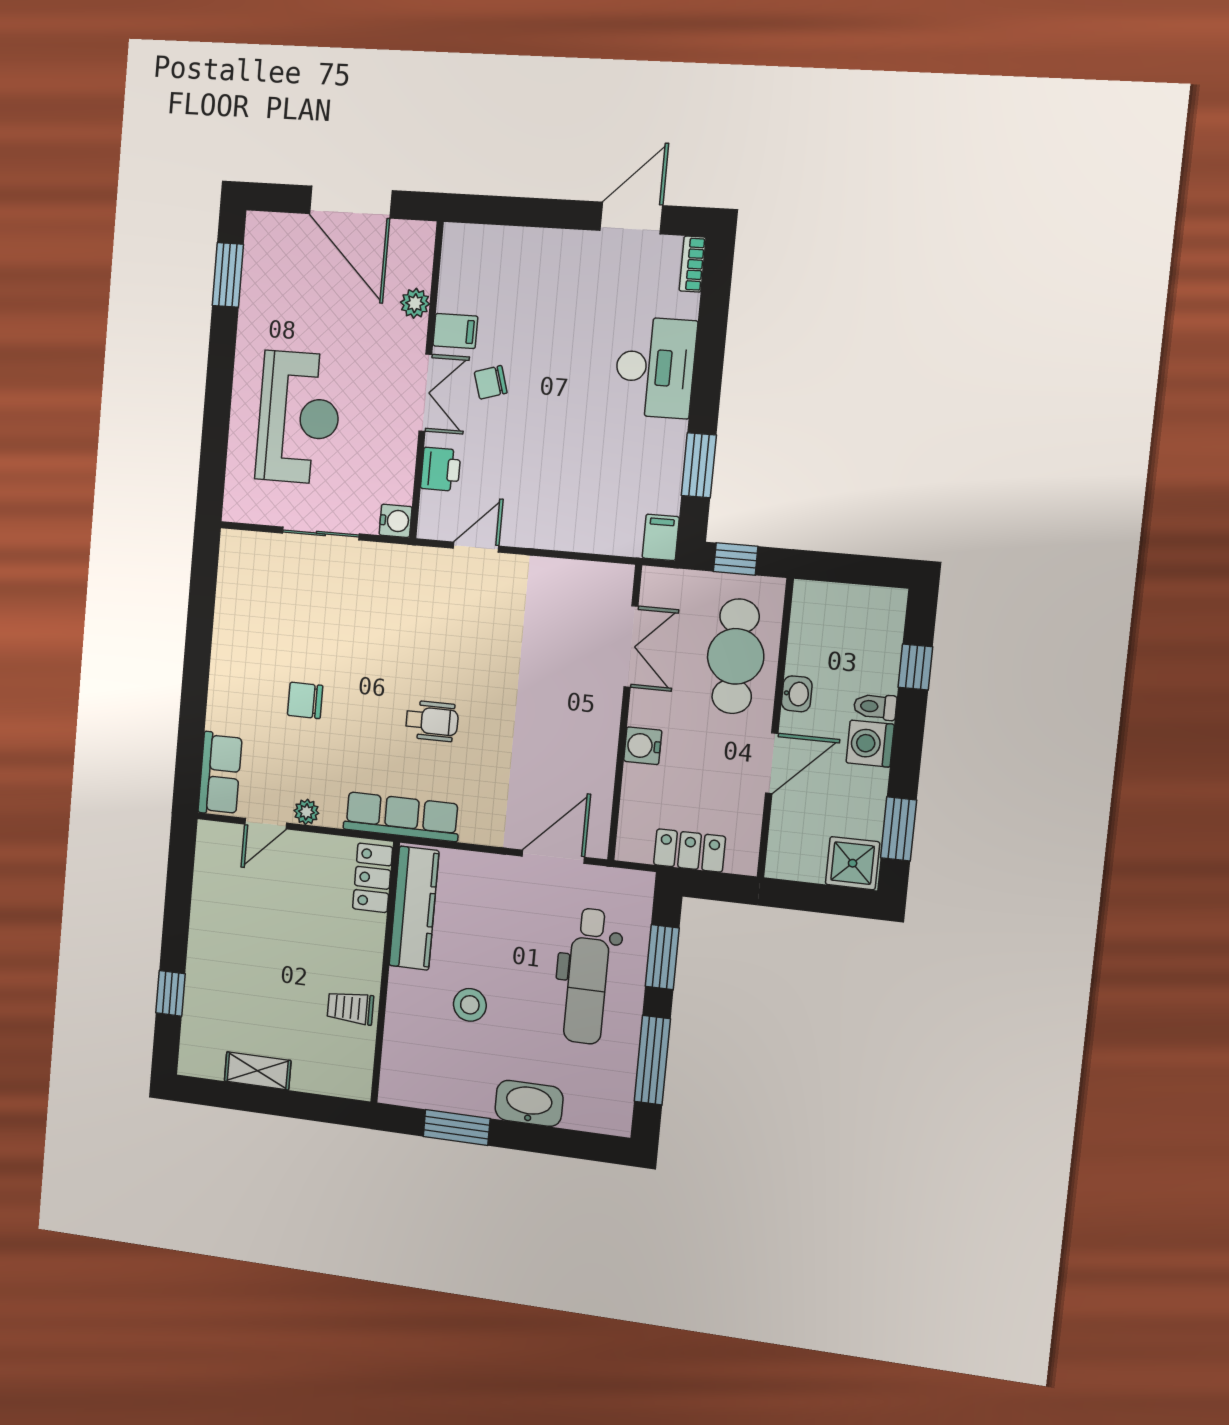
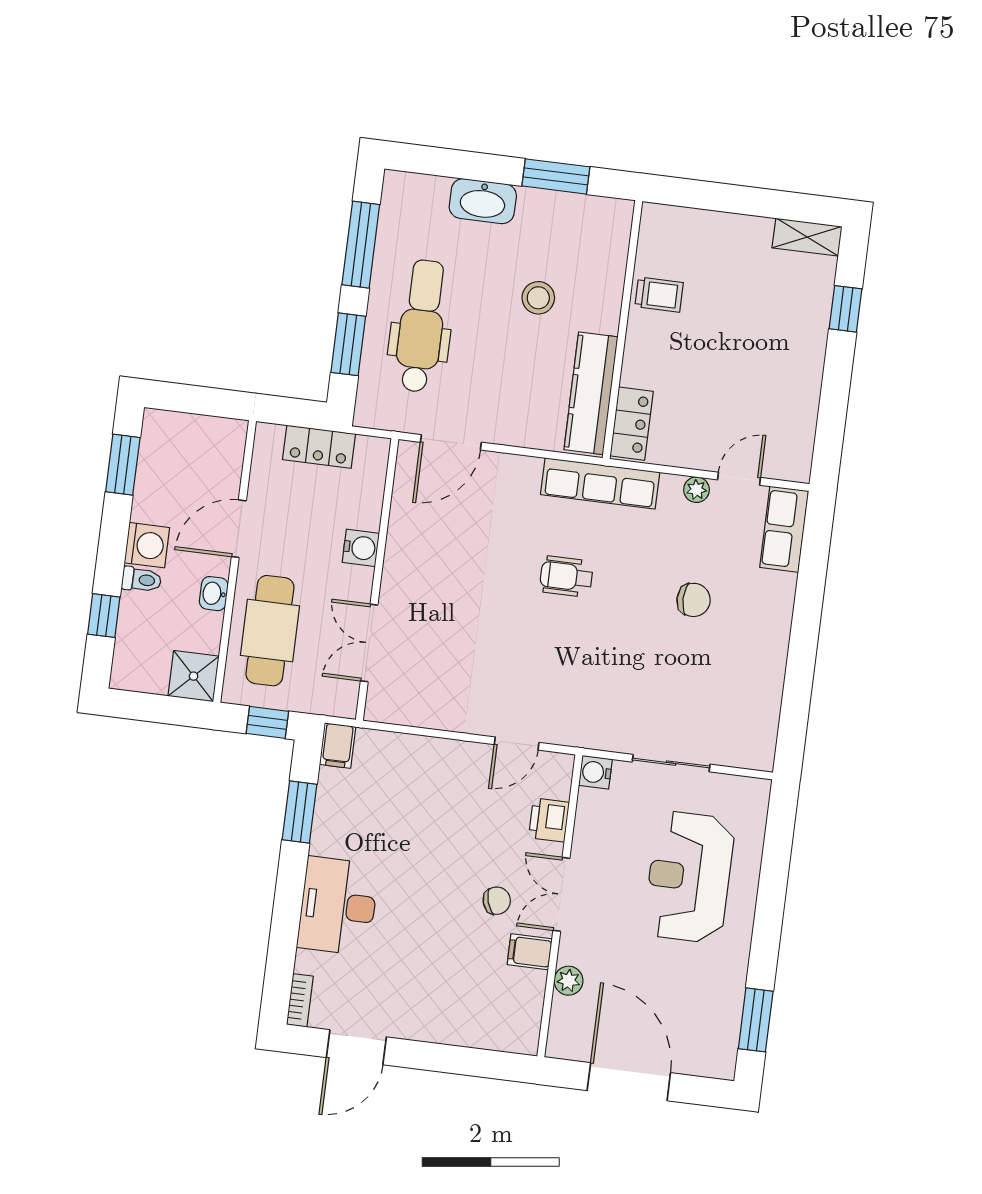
shower: (853, 863) -> (194, 676), moved
shelving: (258, 1071) -> (807, 237), moved

